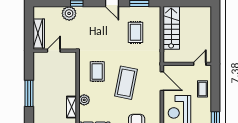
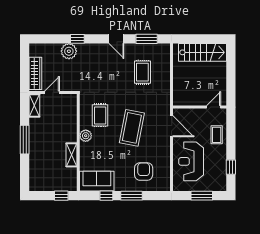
stairs: (171, 28) -> (202, 52), moved, turned 90
shelving: (38, 62) -> (34, 105), added
plant: (84, 100) -> (86, 136), moved

